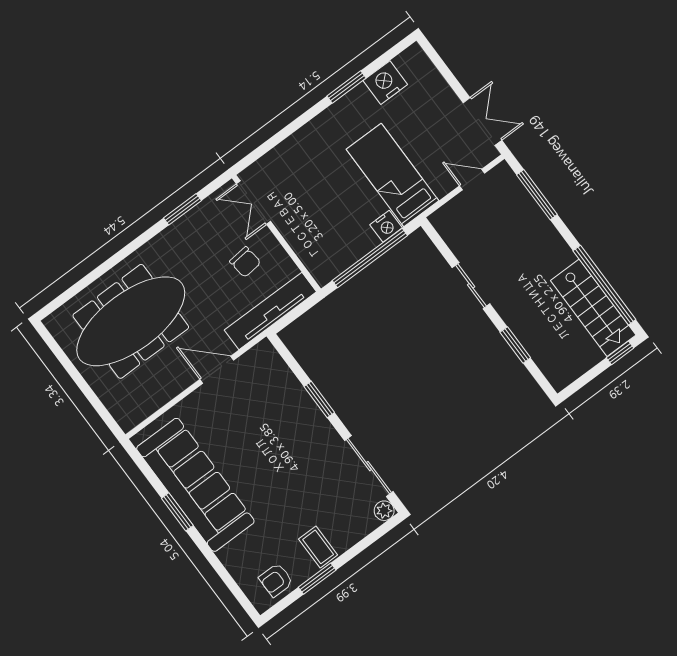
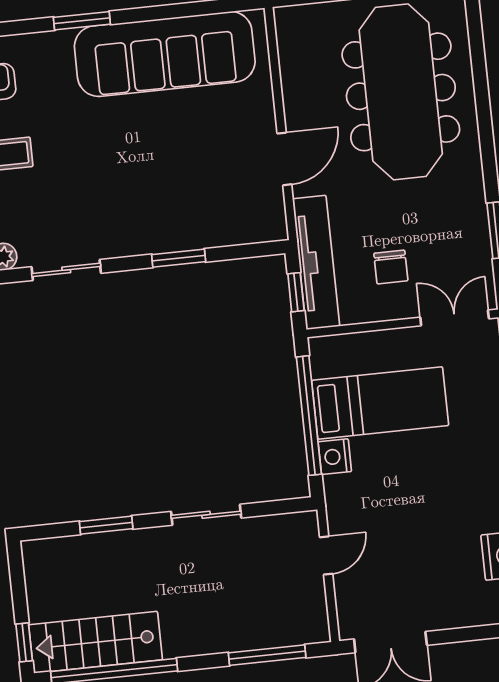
bed: (393, 175) -> (380, 403), moved
door: (472, 179) -> (326, 556), moved
chair: (245, 262) -> (391, 267), turned -84
window: (297, 312) -> (296, 292), added
sliding door: (369, 466) -> (66, 270), width x0.73
window: (177, 512) -> (82, 21), moved

